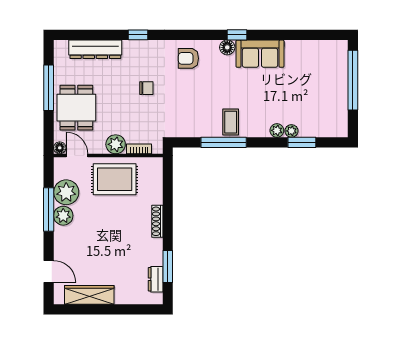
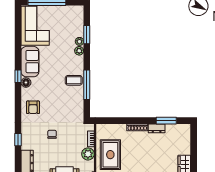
corner sofa: (316, 62) -> (35, 26), added
dresser: (156, 279) -> (157, 128), moved

